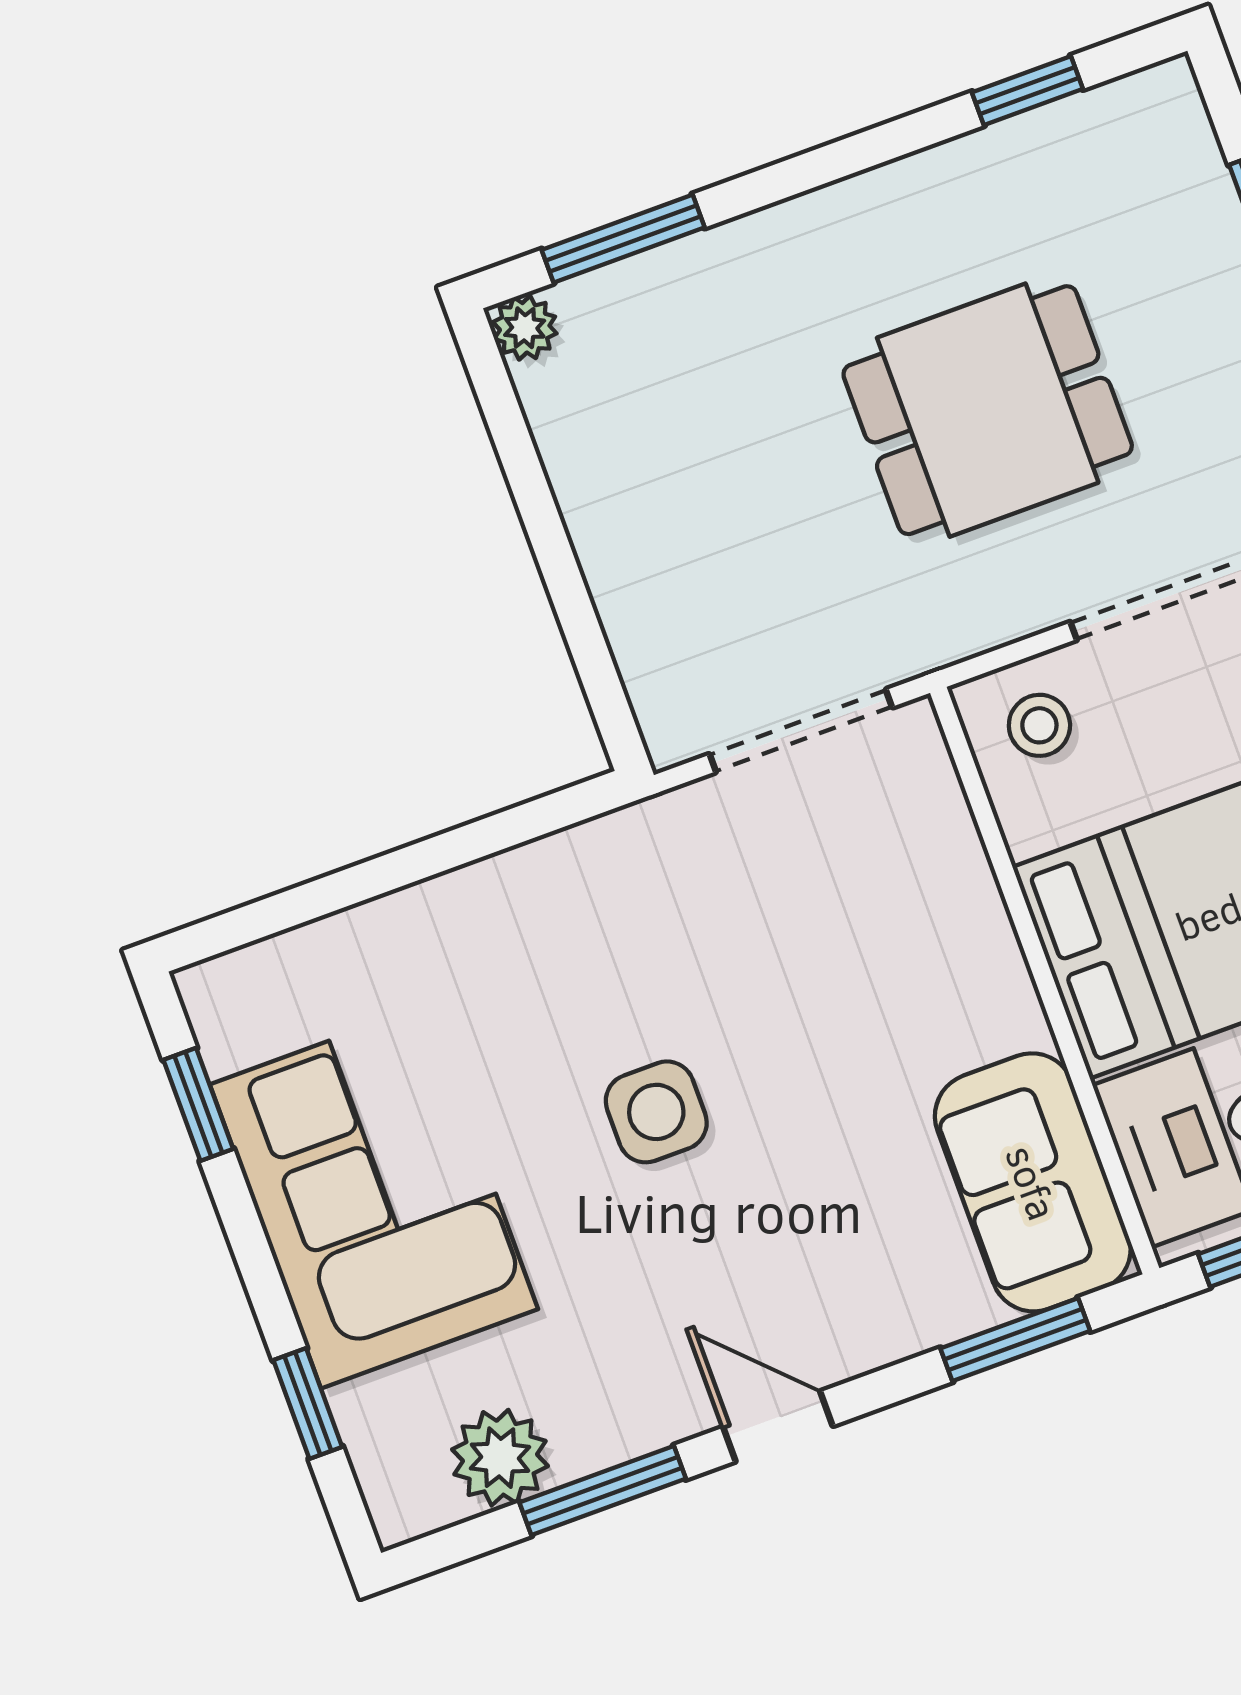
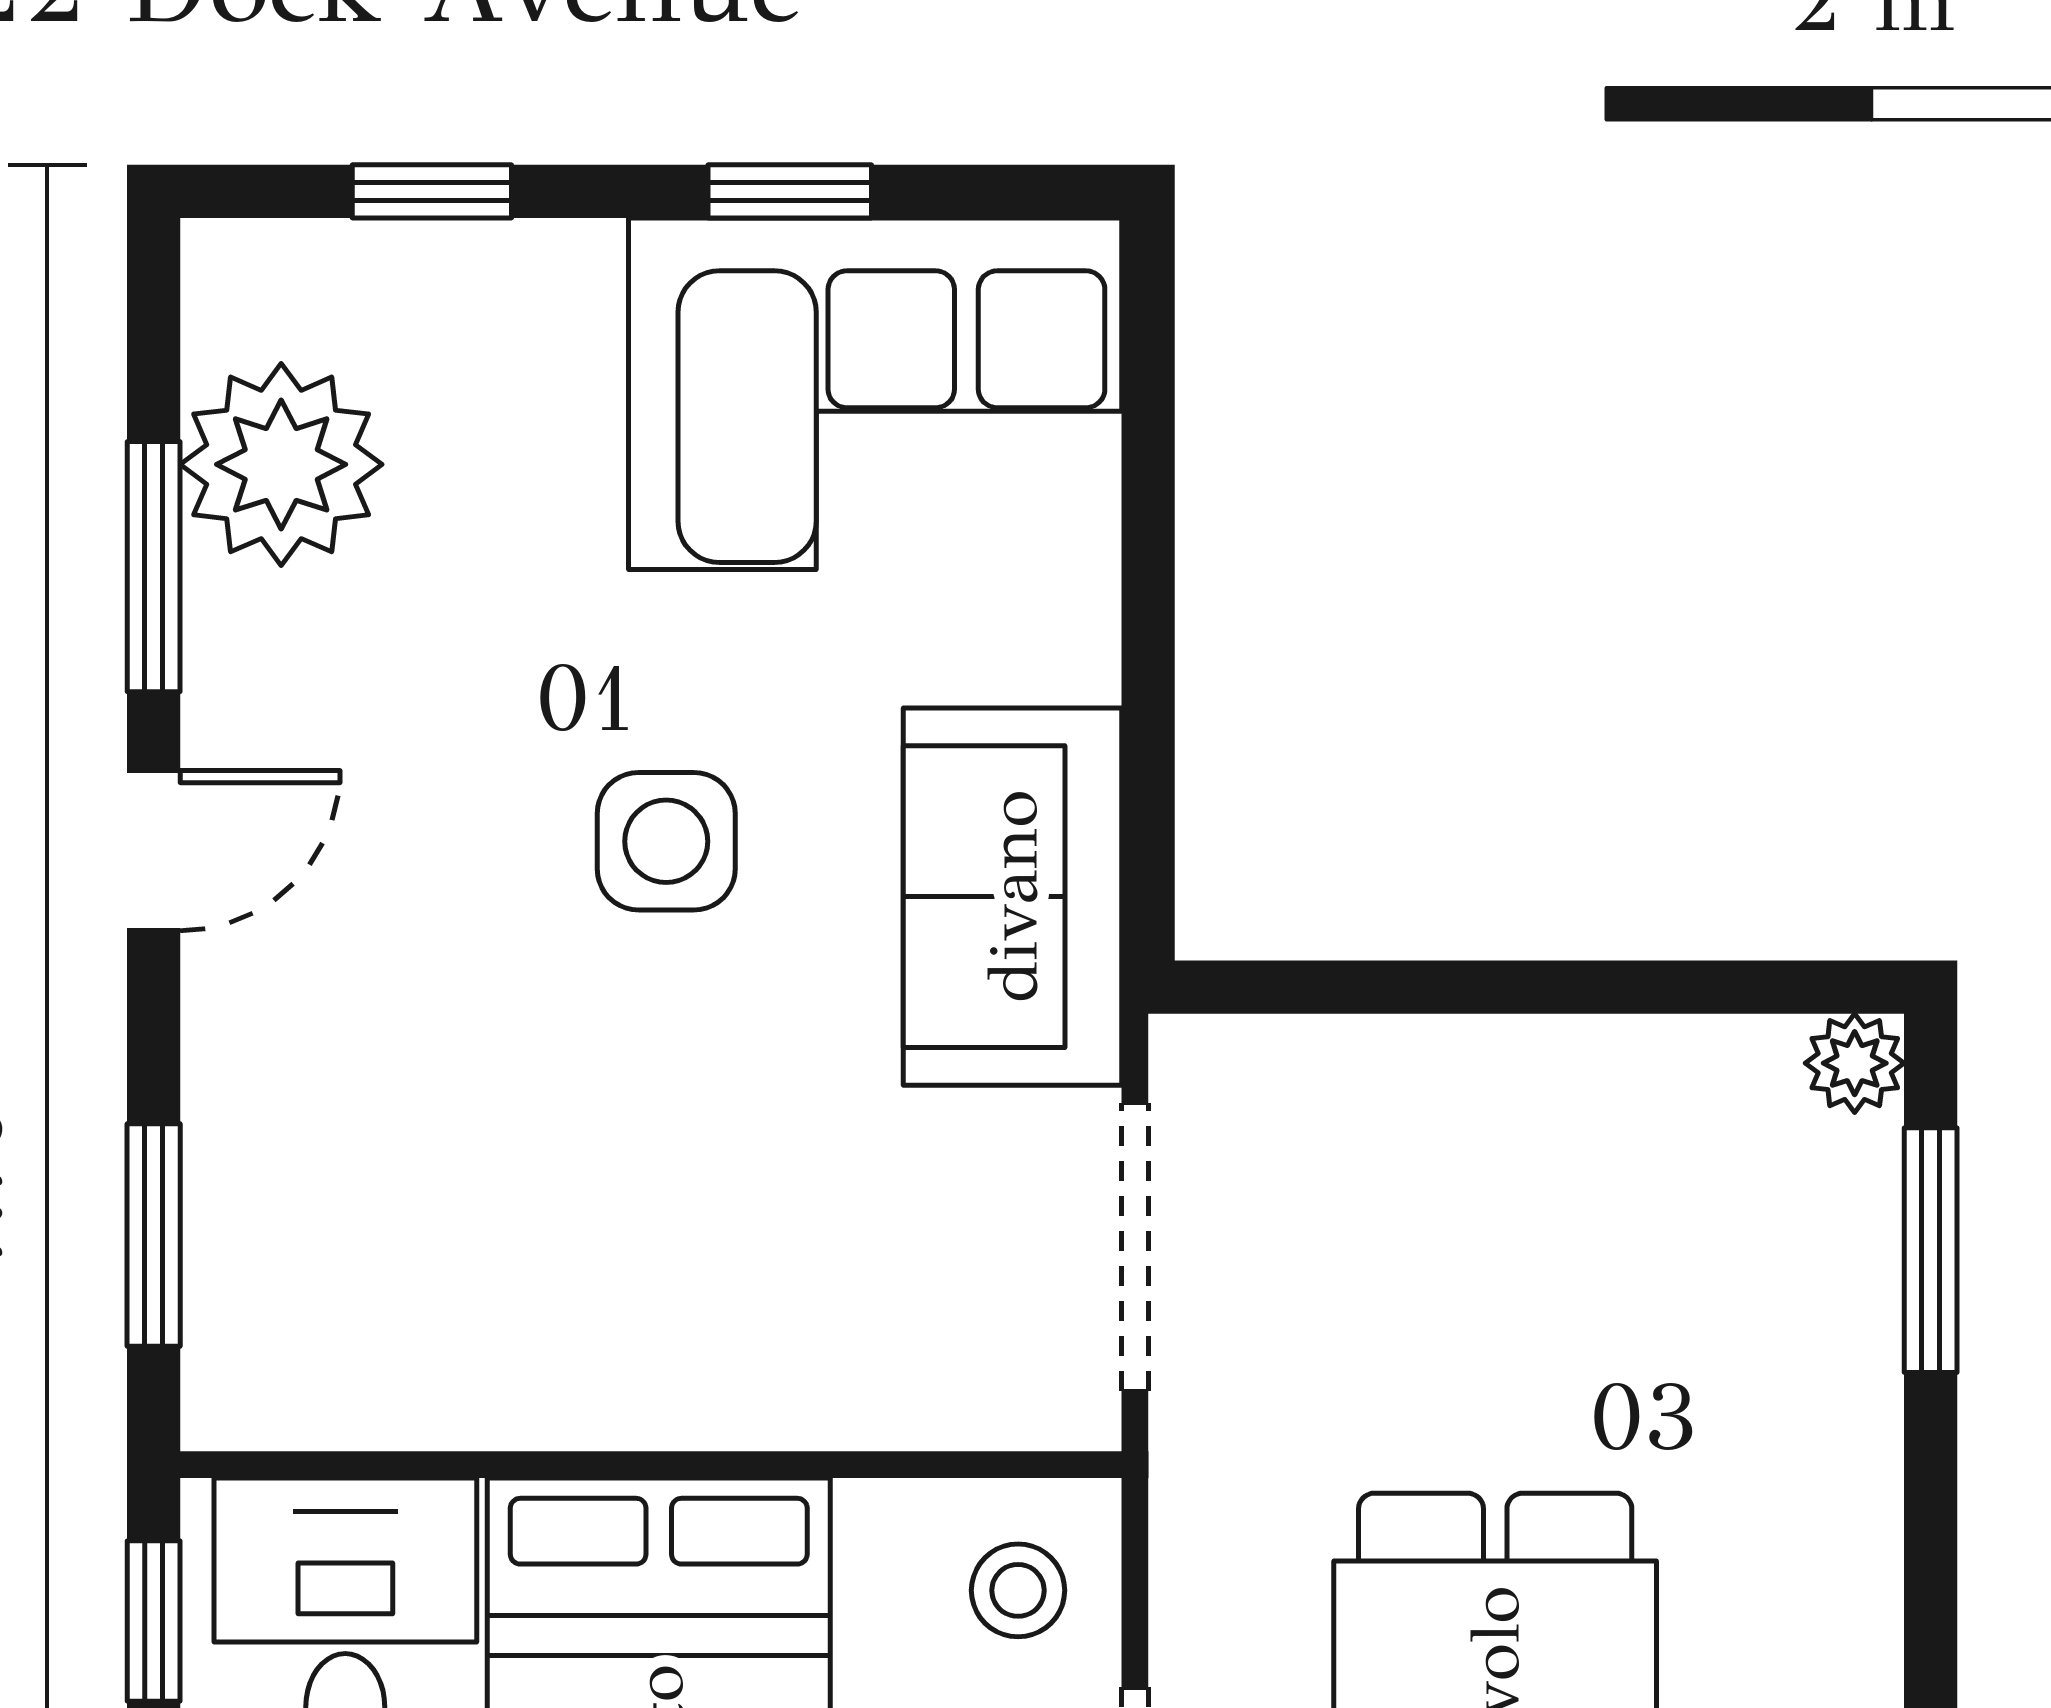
window: (198, 1104) -> (790, 191), moved
sofa: (1033, 1182) -> (1013, 897), moved, turned -90
corner sofa: (374, 1197) -> (875, 394), moved
plant: (500, 1458) -> (281, 464), width x1.36, depth x1.36

